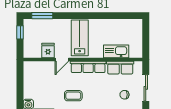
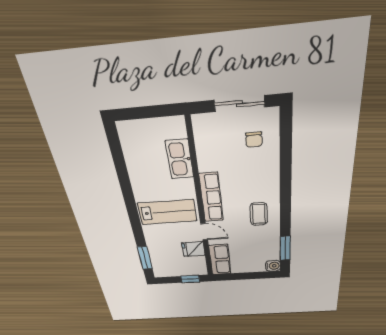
window: (20, 32) -> (190, 279), moved
lab bench: (80, 38) -> (167, 212), turned 180
row of seats: (120, 68) -> (220, 260), moved

